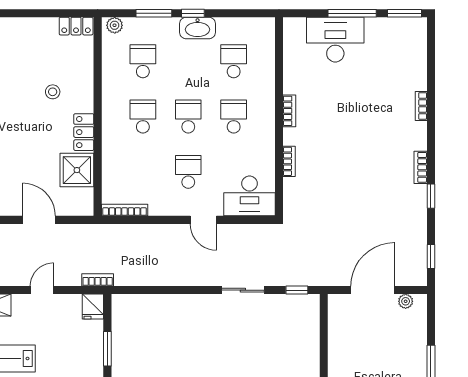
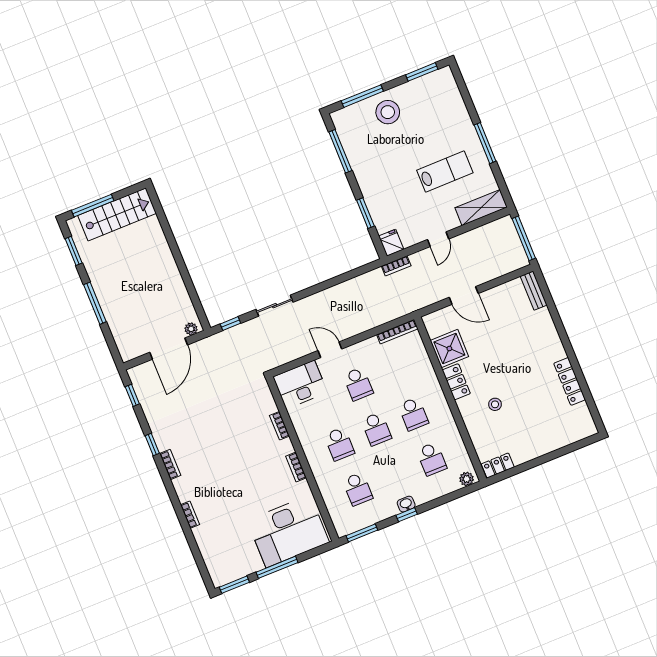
window: (154, 13) -> (362, 533), moved
washbasin: (198, 28) -> (406, 504), width x0.52, depth x0.69
desk: (335, 40) -> (288, 531), width x1.36, depth x1.30
plant: (406, 301) -> (191, 329), moved

